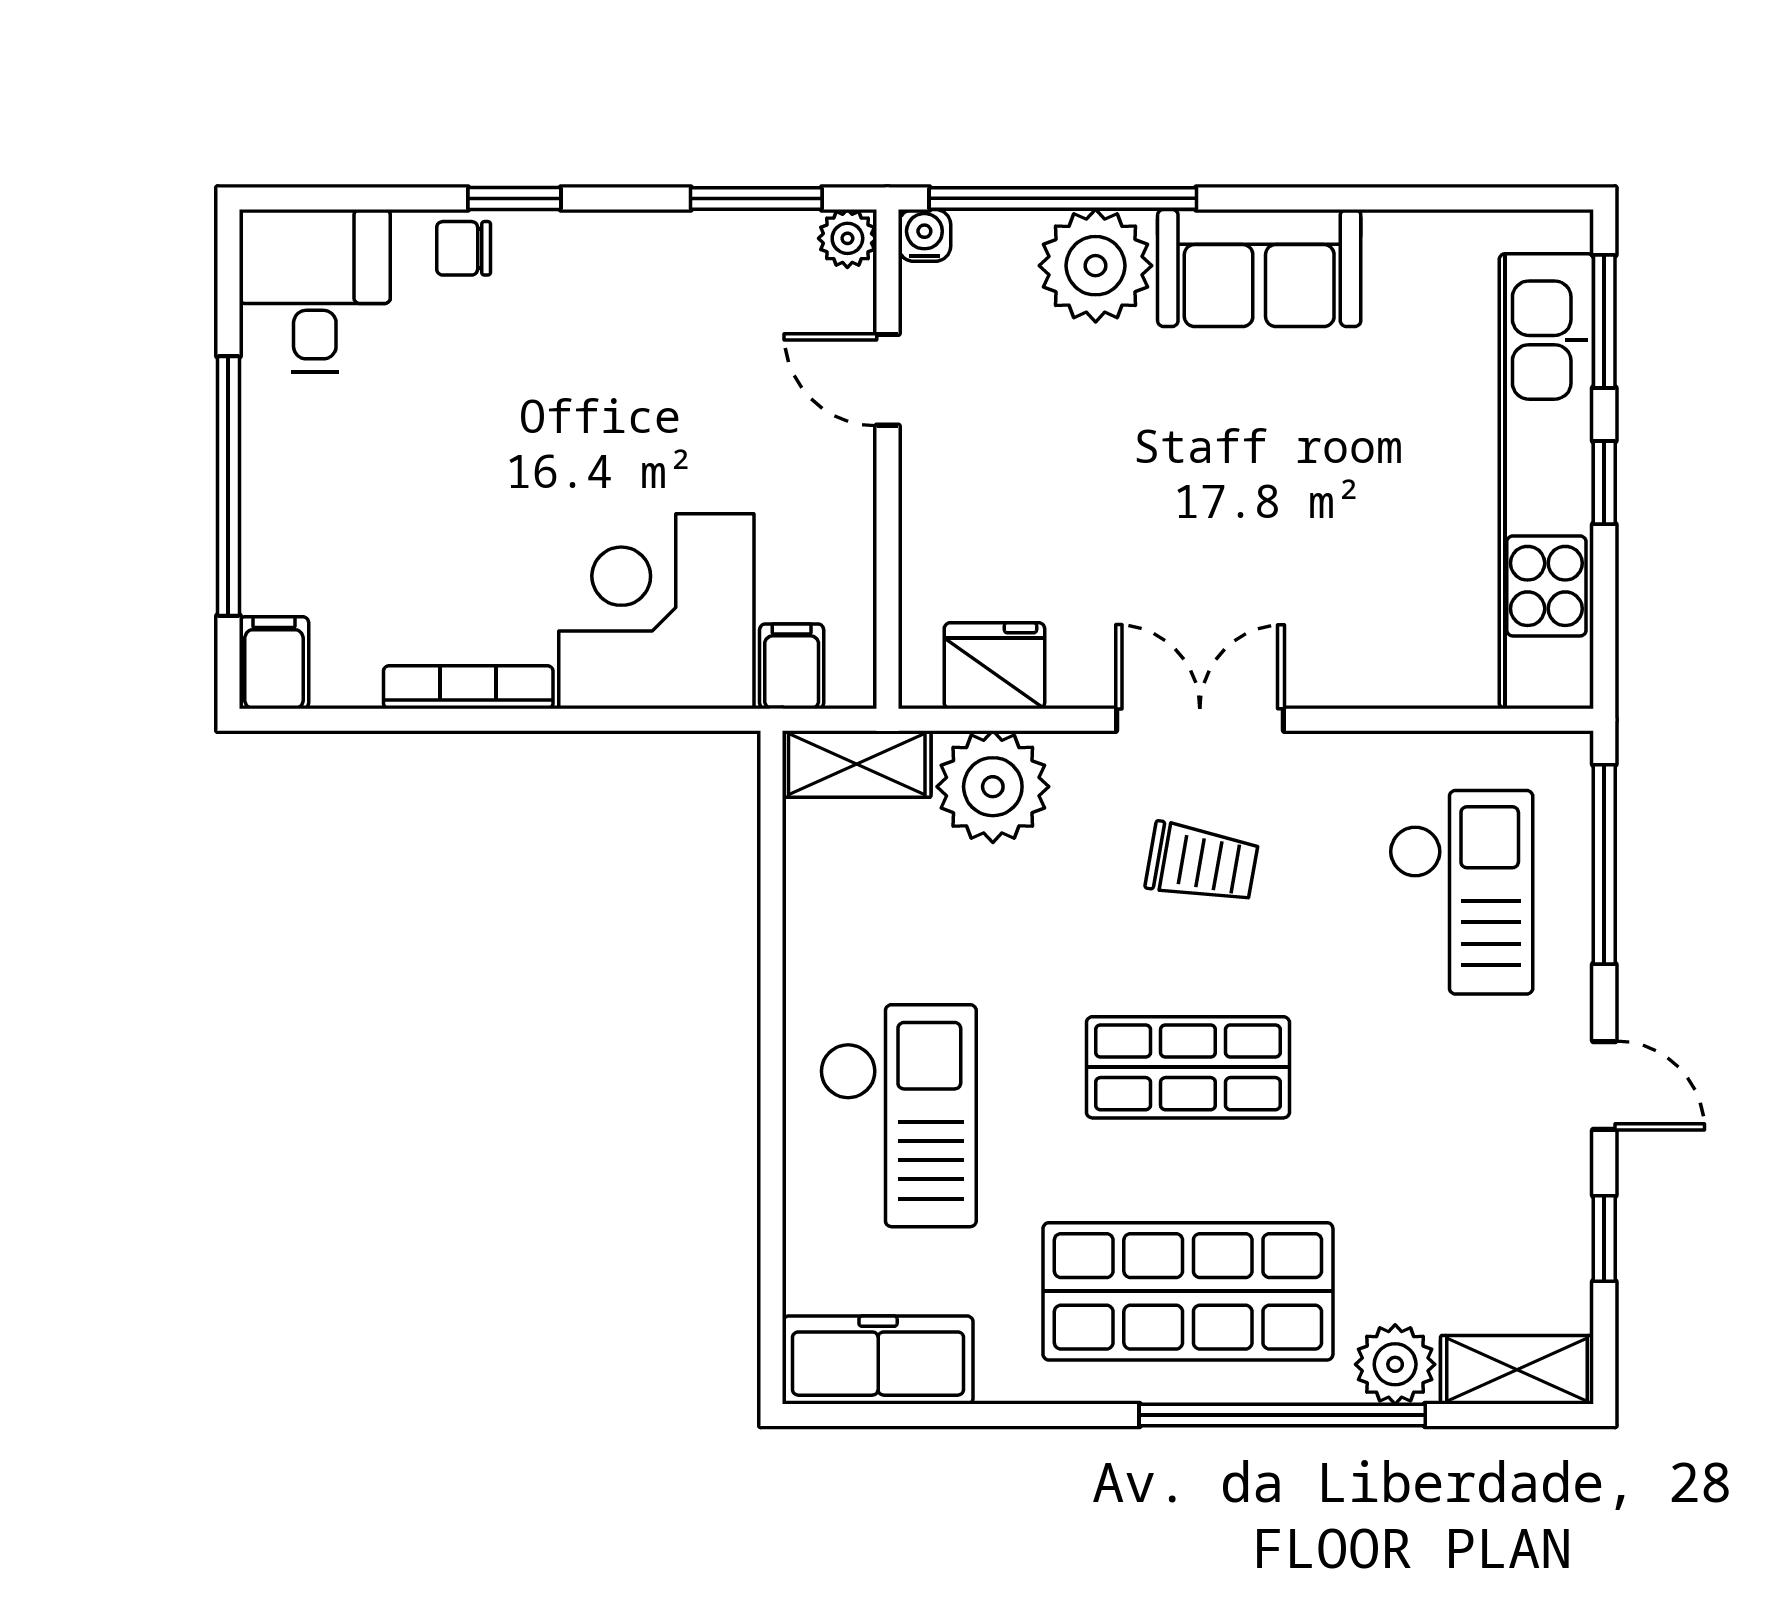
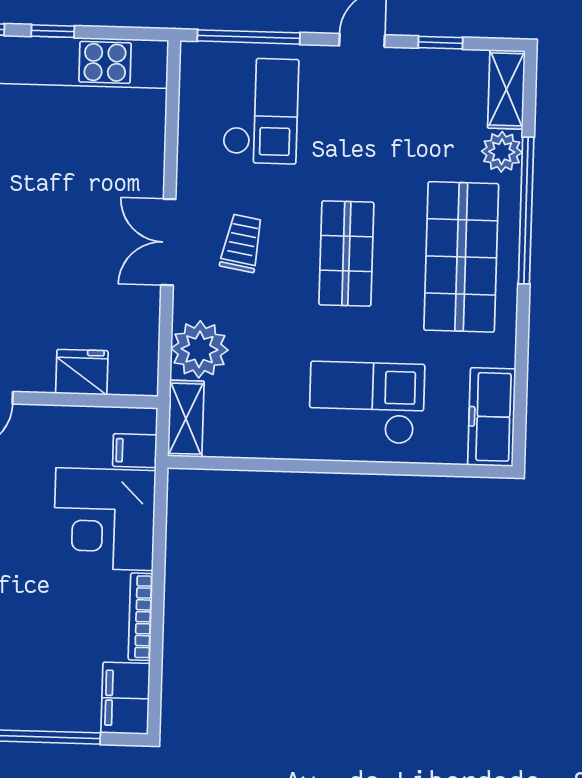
filing cabinet: (274, 663) -> (126, 698), width x2.00
fridge: (994, 666) -> (82, 372), moved, turned 90
checkout: (1461, 892) -> (261, 111), turned 90

